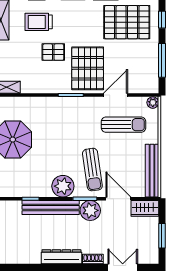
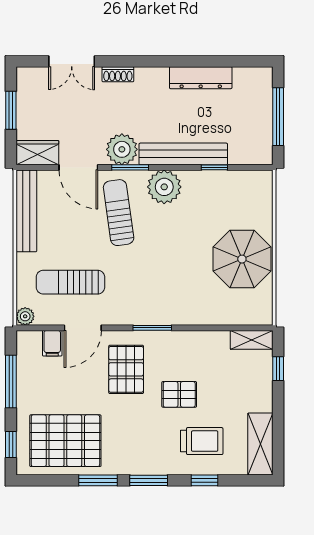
pallet: (88, 68) -> (126, 369), width x0.73, depth x0.71
filing cabinet: (135, 85) -> (52, 343), added
dresser: (61, 257) -> (201, 78), moved

